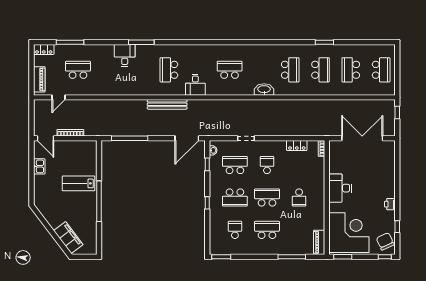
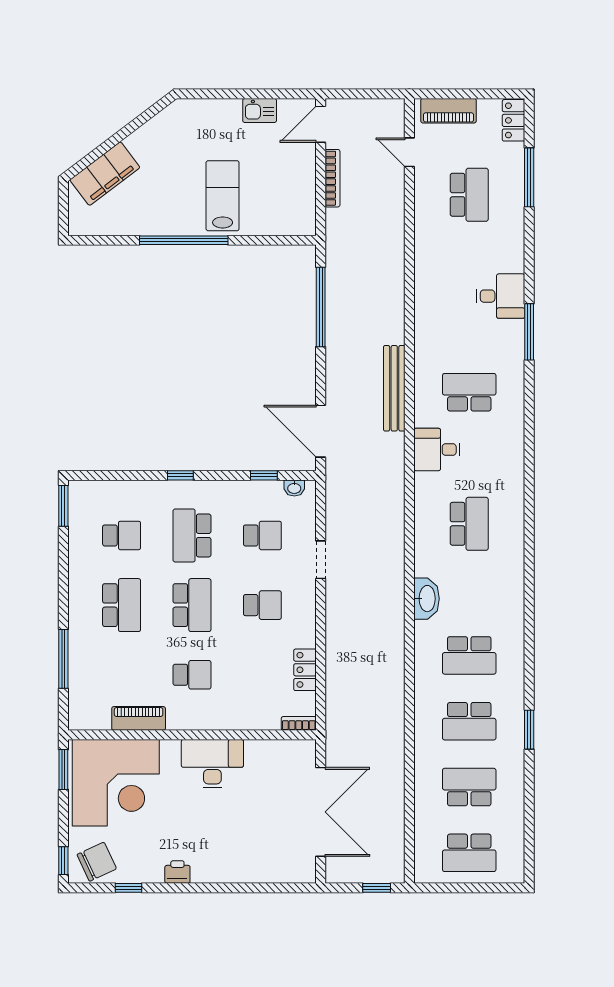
school desk: (235, 165) -> (262, 535), width x0.54
school desk: (299, 197) -> (192, 675), turned 180
piano: (319, 242) -> (139, 718), moved

